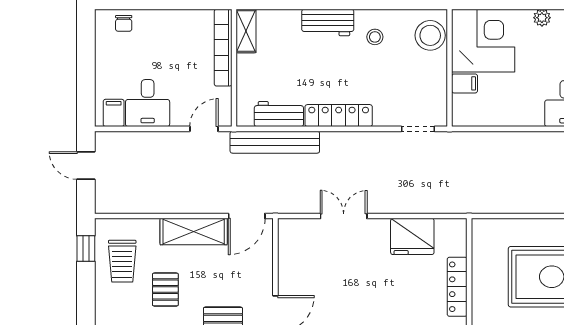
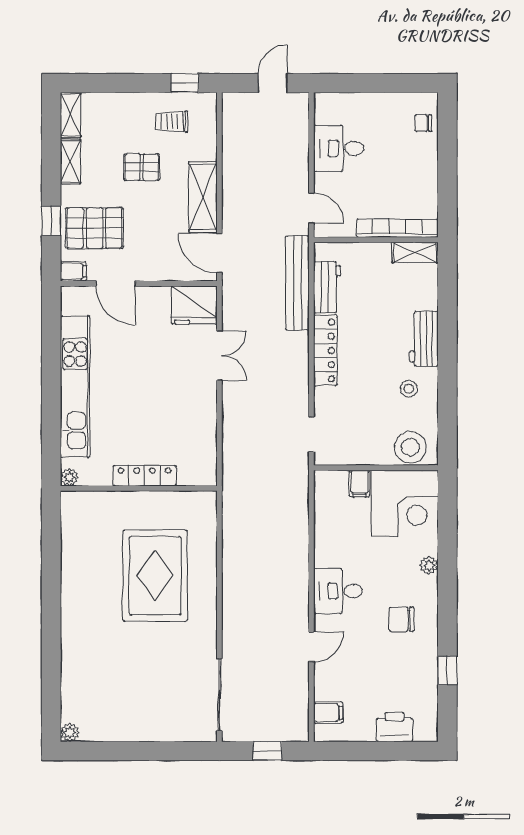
filing cabinet: (114, 113) -> (328, 112), removed
fridge: (412, 236) -> (194, 305), moved, turned -90
trolley: (122, 261) -> (172, 122), width x0.73, depth x0.72

